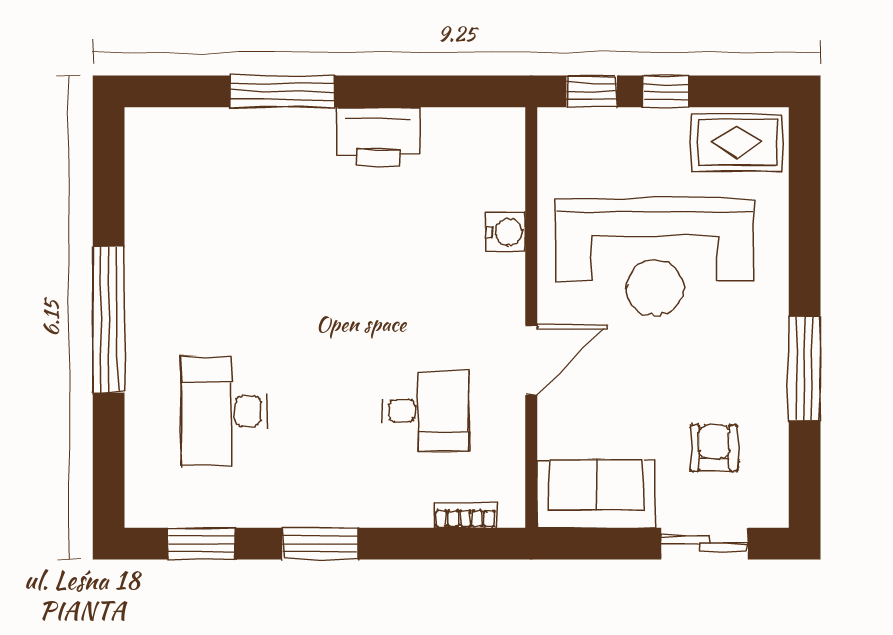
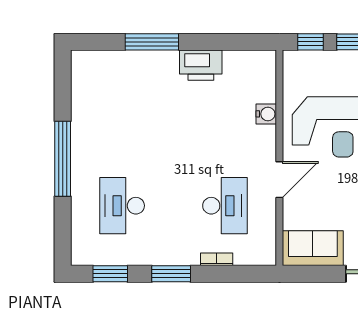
desk: (425, 411) -> (225, 206), width x1.37
bookcase: (465, 515) -> (217, 259), moved

